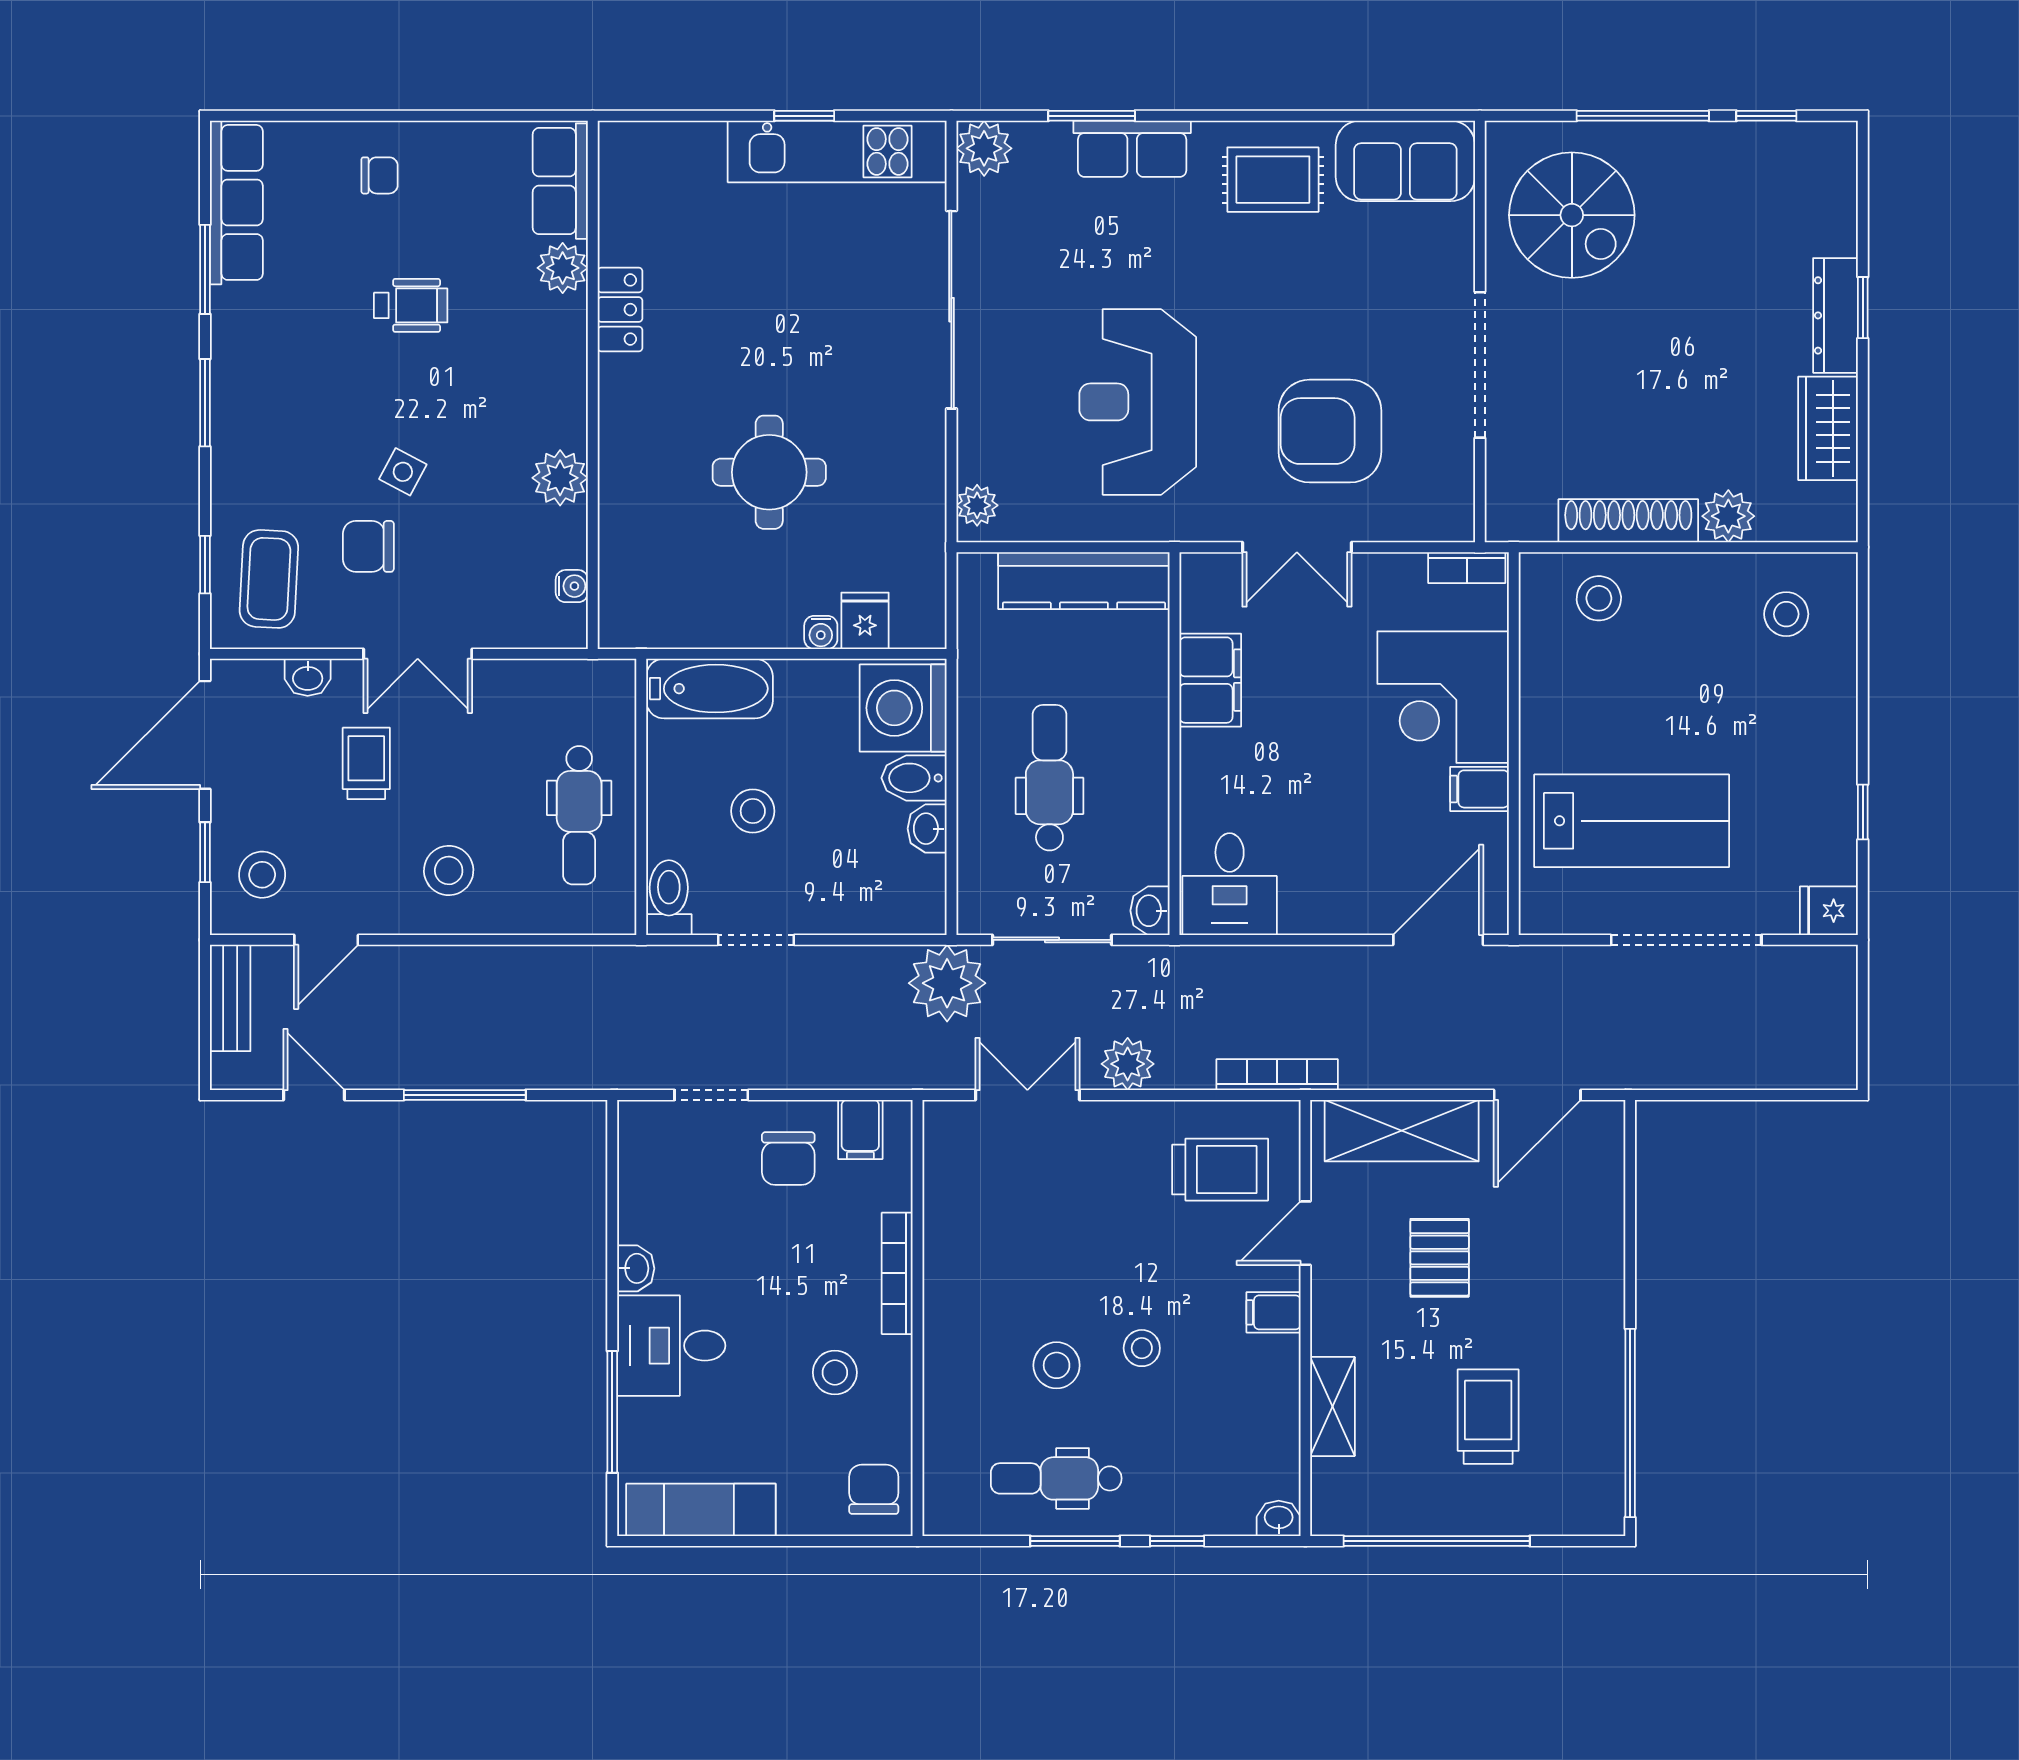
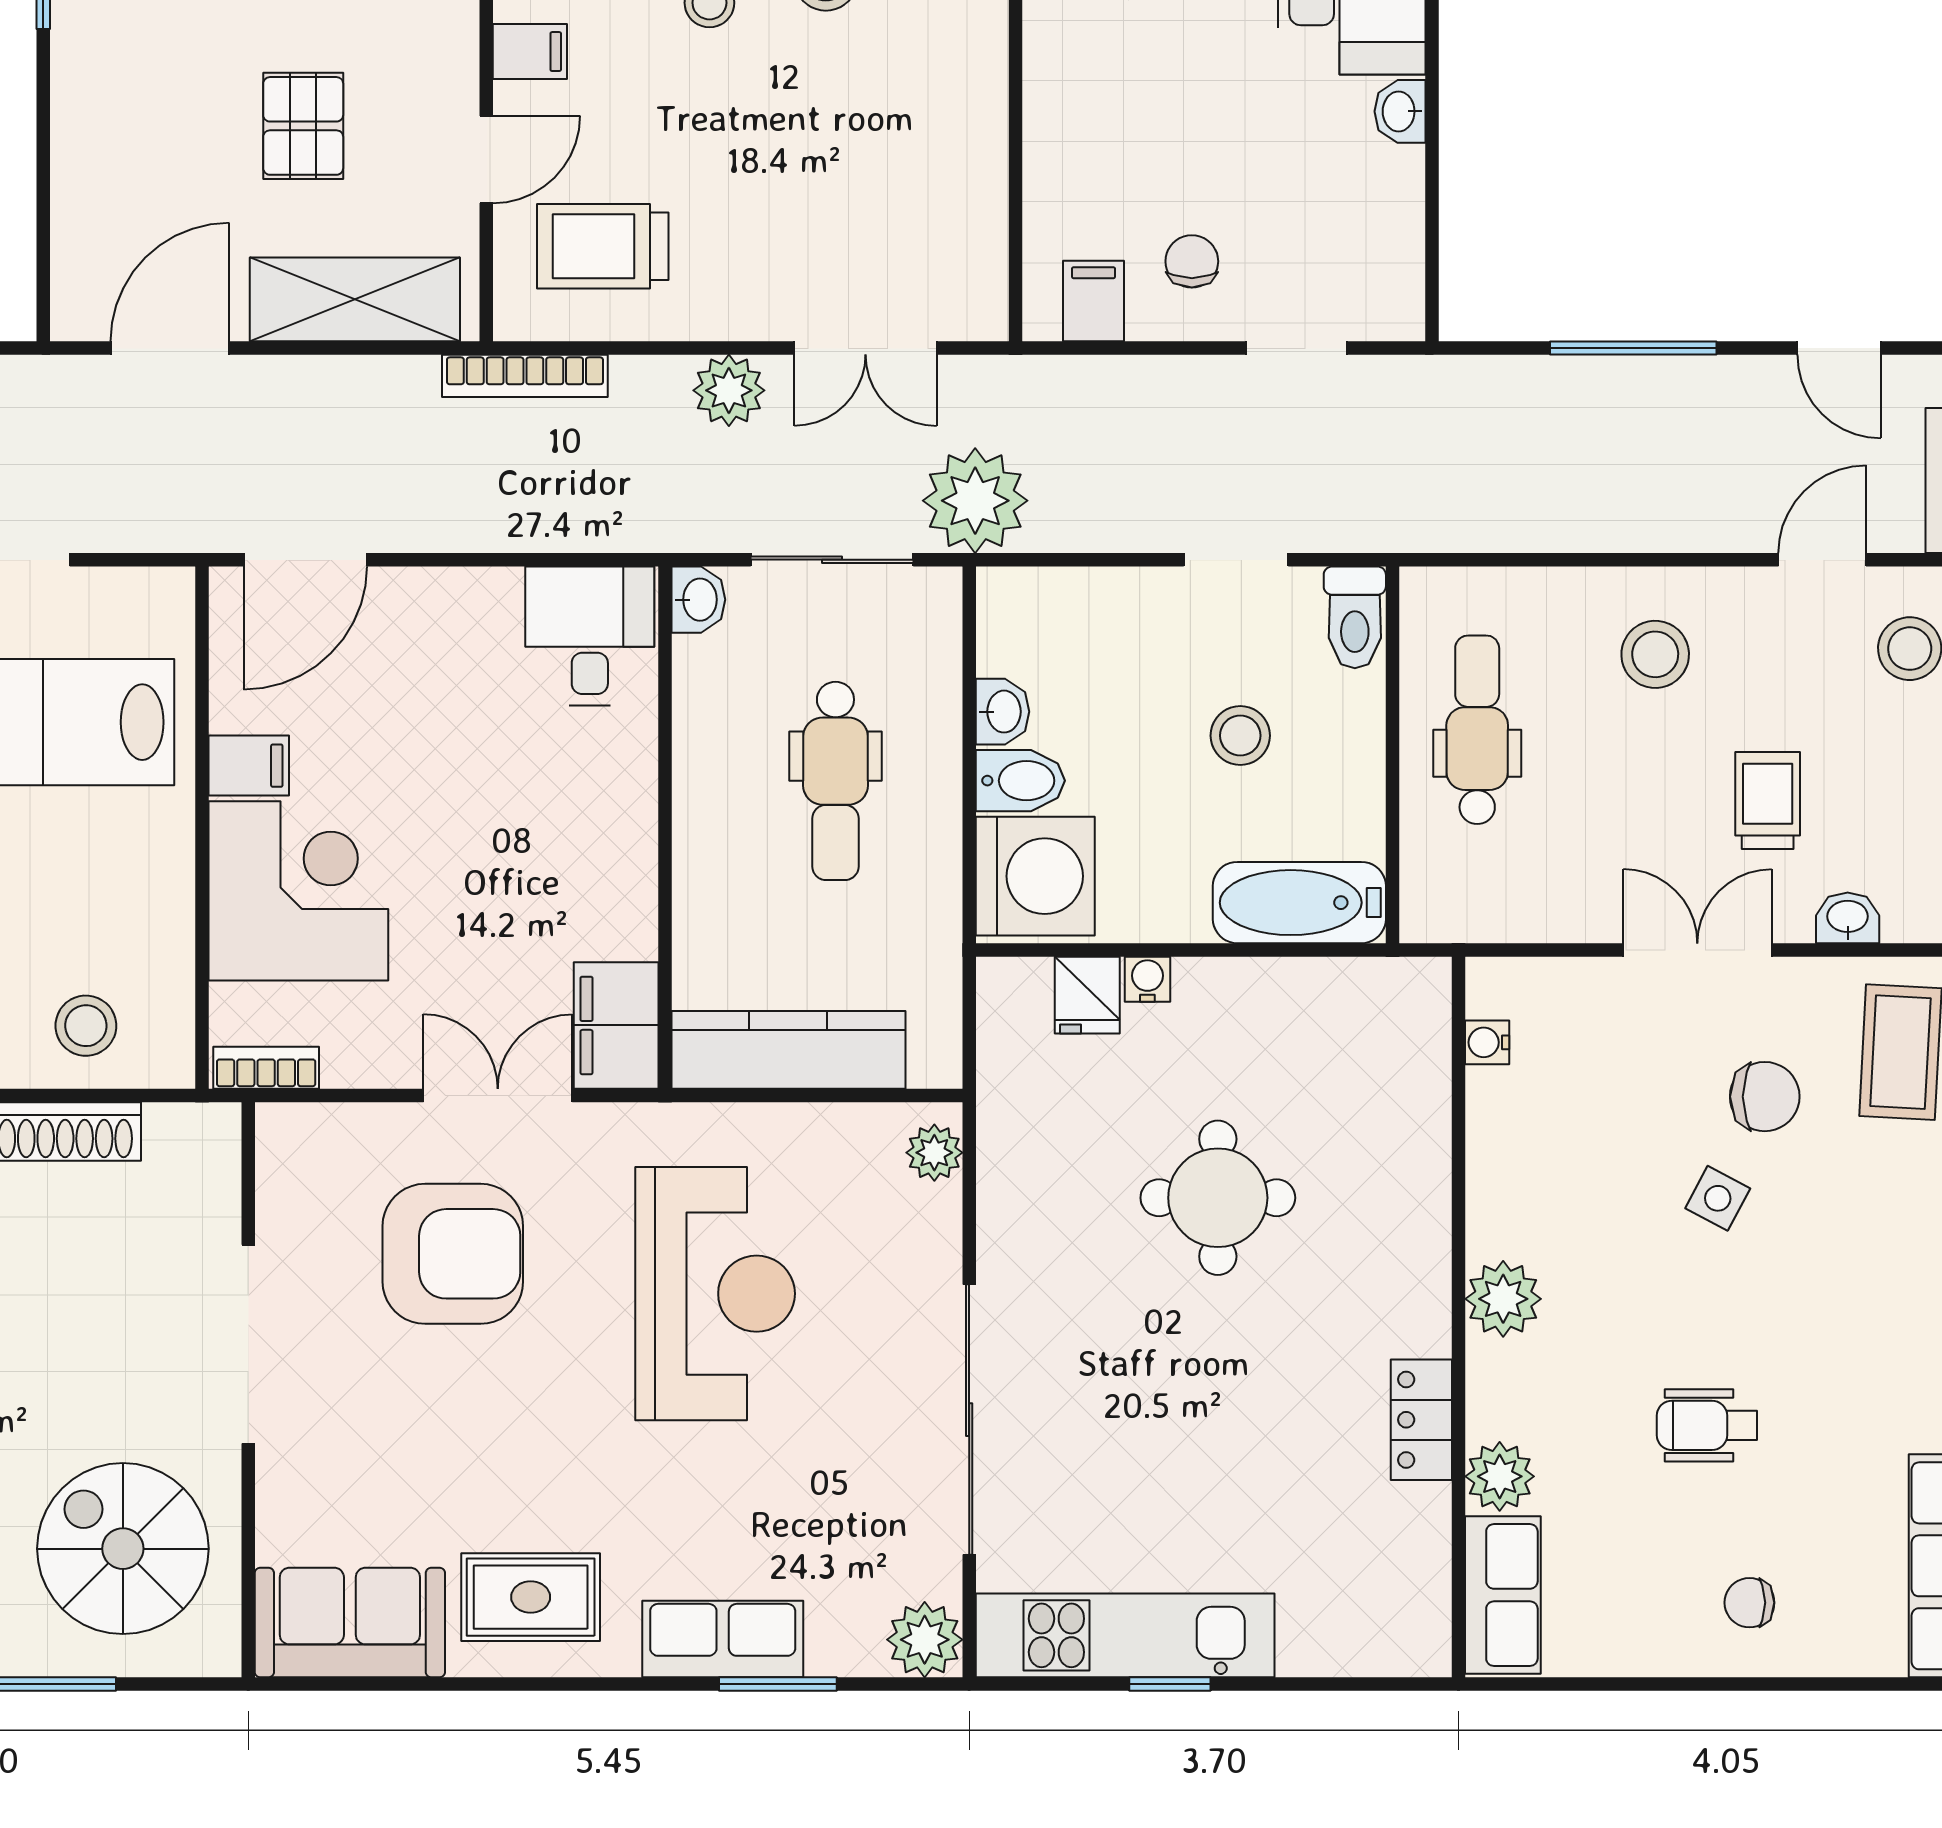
plant: (560, 478) -> (1503, 1299), moved
filing cabinet: (1210, 680) -> (616, 1025), moved
trolley: (366, 763) -> (1768, 801), turned 180
chair: (788, 1159) -> (1192, 261), width x0.73, depth x0.73
bookcase: (897, 1273) -> (1043, 105), removed

